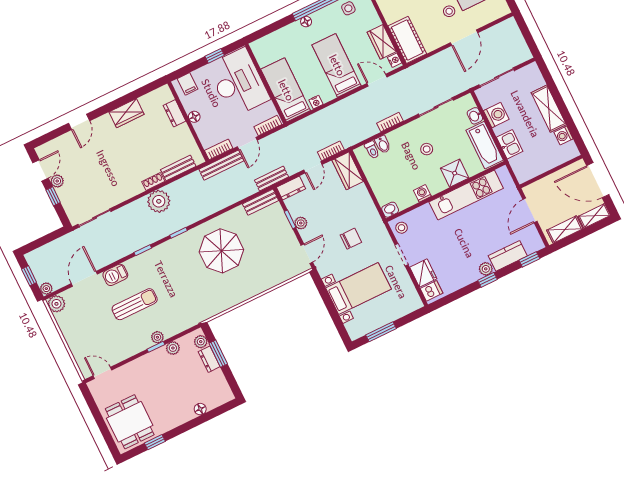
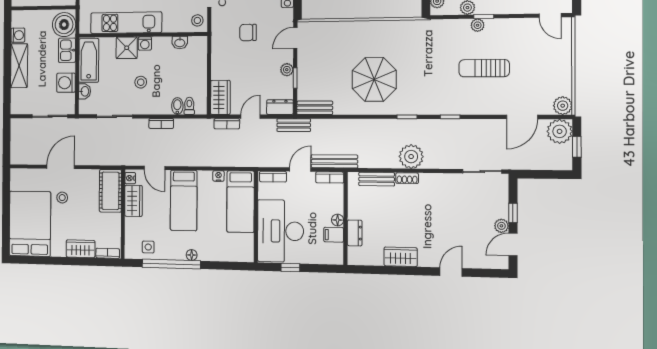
filing cabinet: (188, 84) -> (334, 235), moved, turned -90
boiler: (524, 166) -> (64, 25), added
washing machine: (422, 193) -> (145, 43), moved
washbasin: (390, 210) -> (180, 43), moved
barbecue: (115, 275) -> (489, 106), removed
plant: (46, 289) -> (560, 131), width x1.87, depth x1.87

